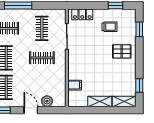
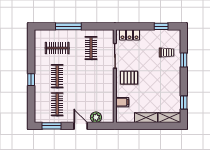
trolley: (109, 27) -> (167, 53), moved
window: (139, 29) -> (184, 60), moved
pallet: (122, 51) -> (129, 78), moved
clothes rail: (42, 58) -> (91, 76), removed

